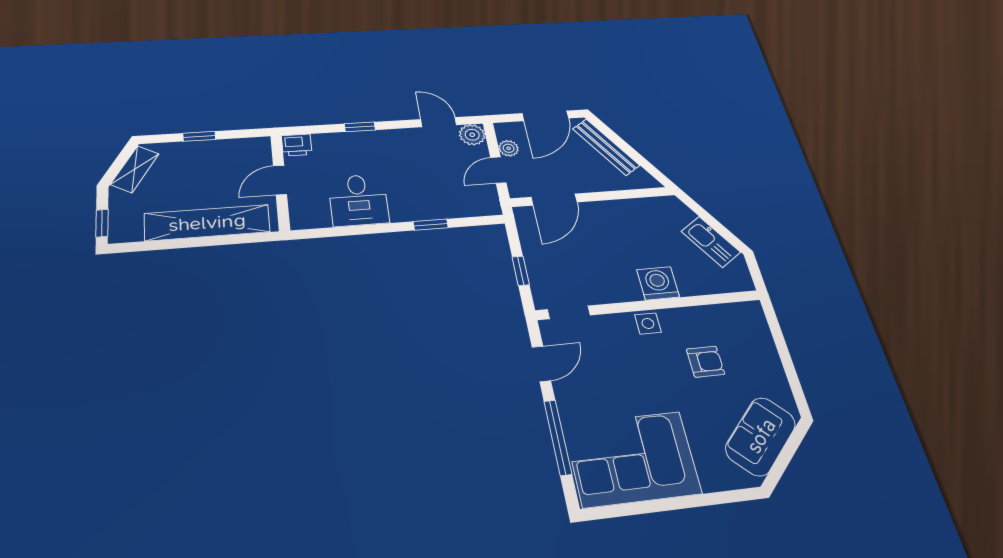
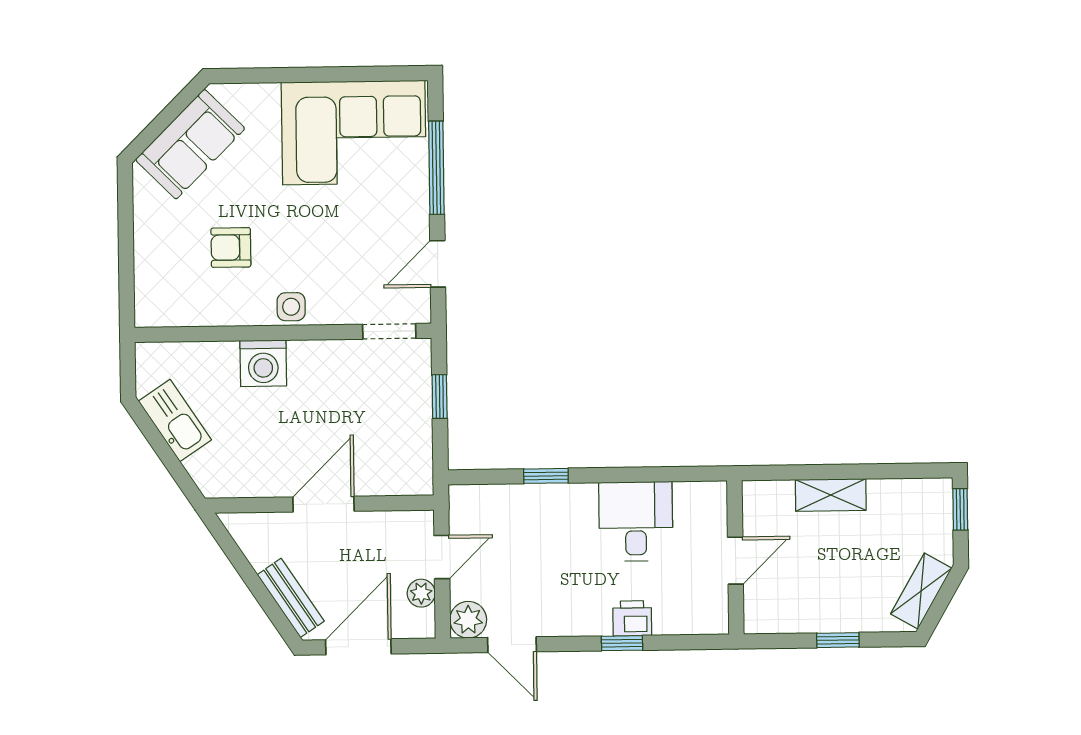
printer: (297, 145) -> (632, 618), moved
bench: (606, 147) -> (291, 598), width x0.73
door: (554, 200) -> (323, 504), moved
shelving: (207, 223) -> (831, 495), width x0.45, depth x0.75

